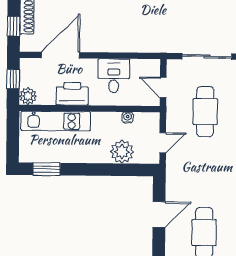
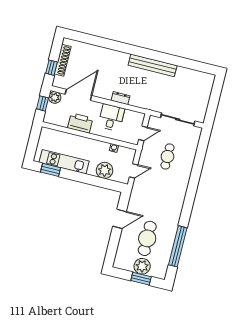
dresser: (120, 46) -> (121, 98), added
door: (163, 87) -> (143, 133), swing flipped
plant: (28, 96) -> (55, 97), moved
cafe table: (205, 111) -> (167, 156), width x0.73, depth x0.74
kitchen unit: (56, 121) -> (64, 162), moved, turned 180

